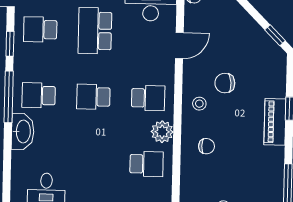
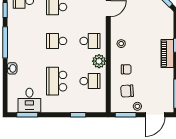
chair: (225, 83) -> (127, 91), moved
school desk: (39, 95) -> (57, 81), moved, width x1.85
washbasin: (23, 131) -> (12, 68), width x0.52, depth x0.69

